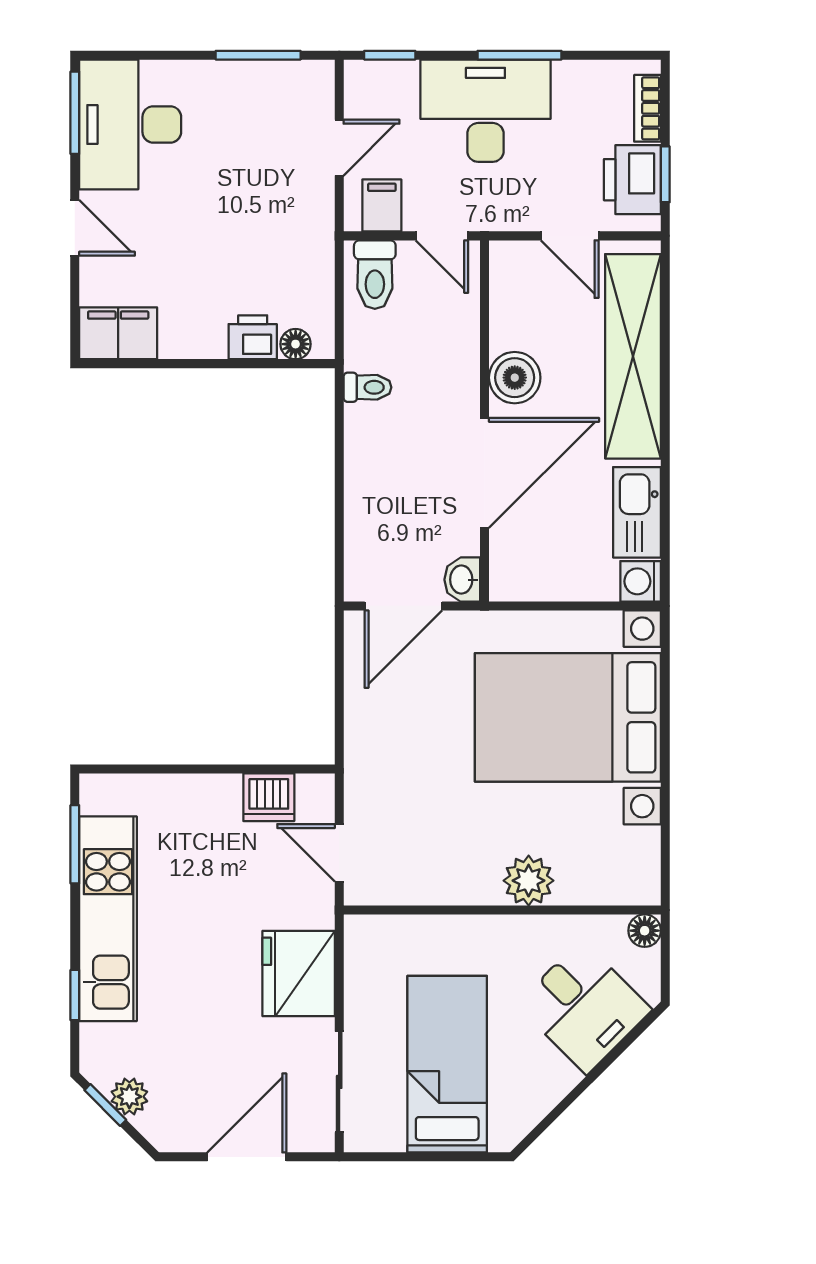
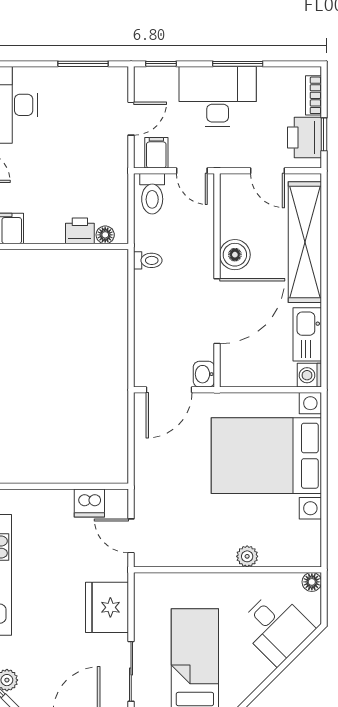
plant: (529, 881) -> (247, 556), width x0.73, depth x0.73

